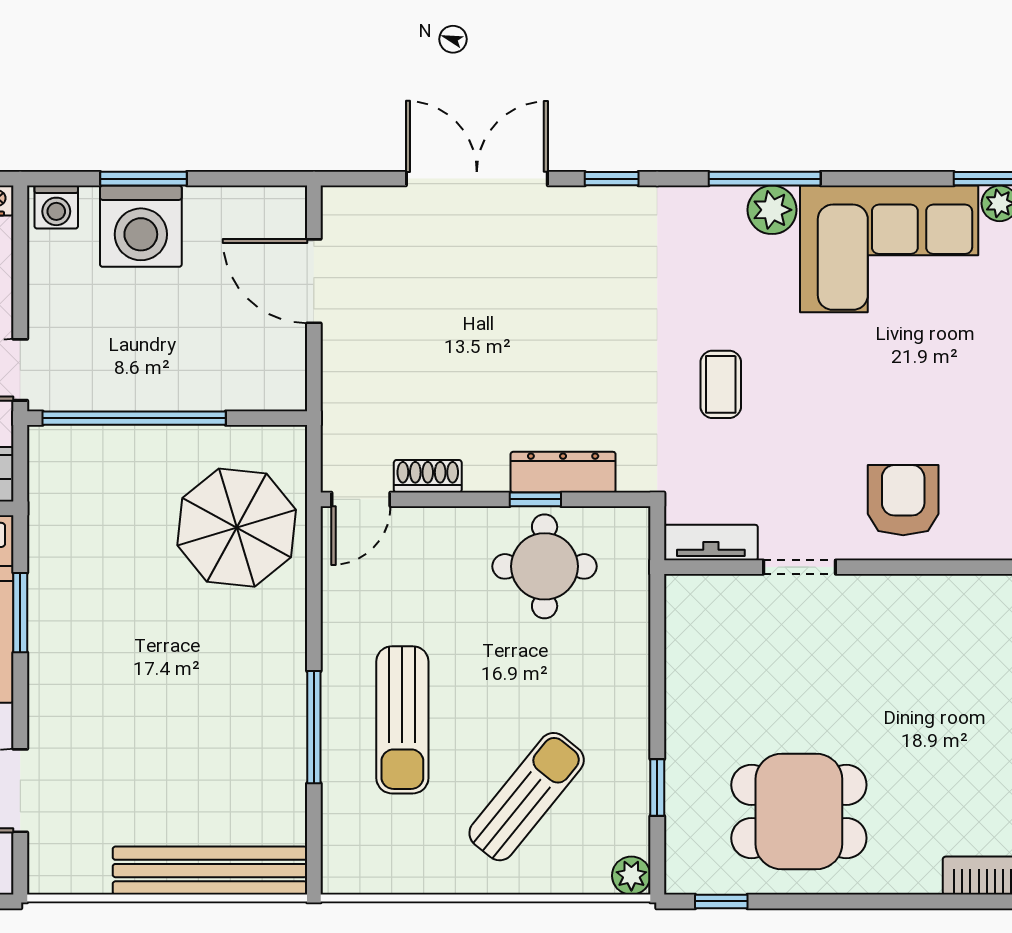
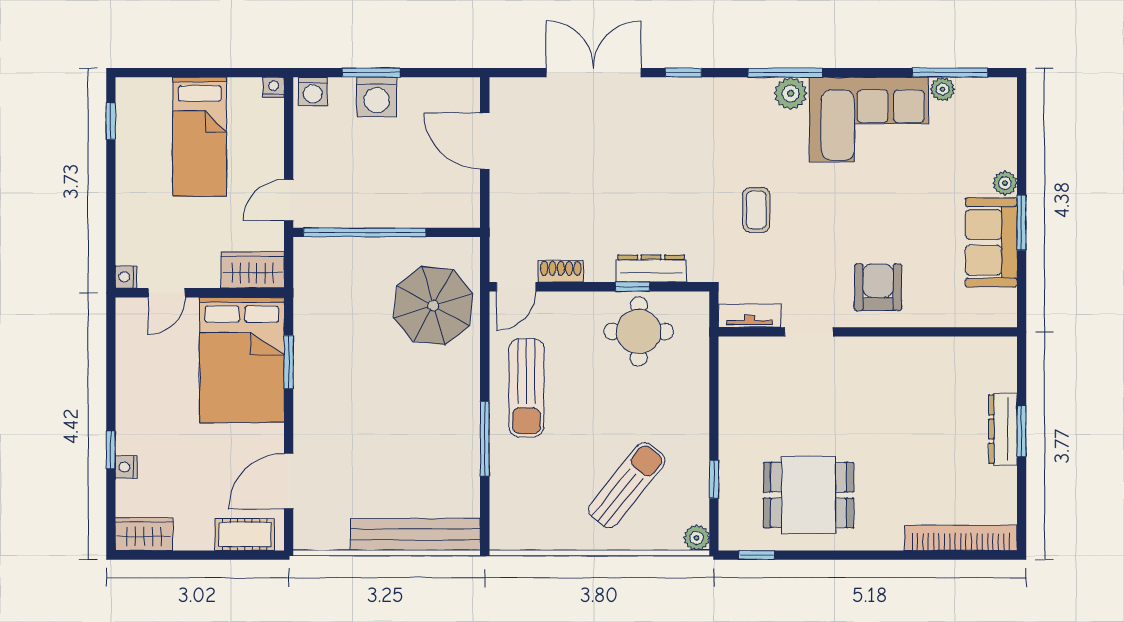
washing machine: (141, 226) -> (377, 97), width x0.73, depth x0.73
sun lounger: (402, 720) -> (526, 388), moved

